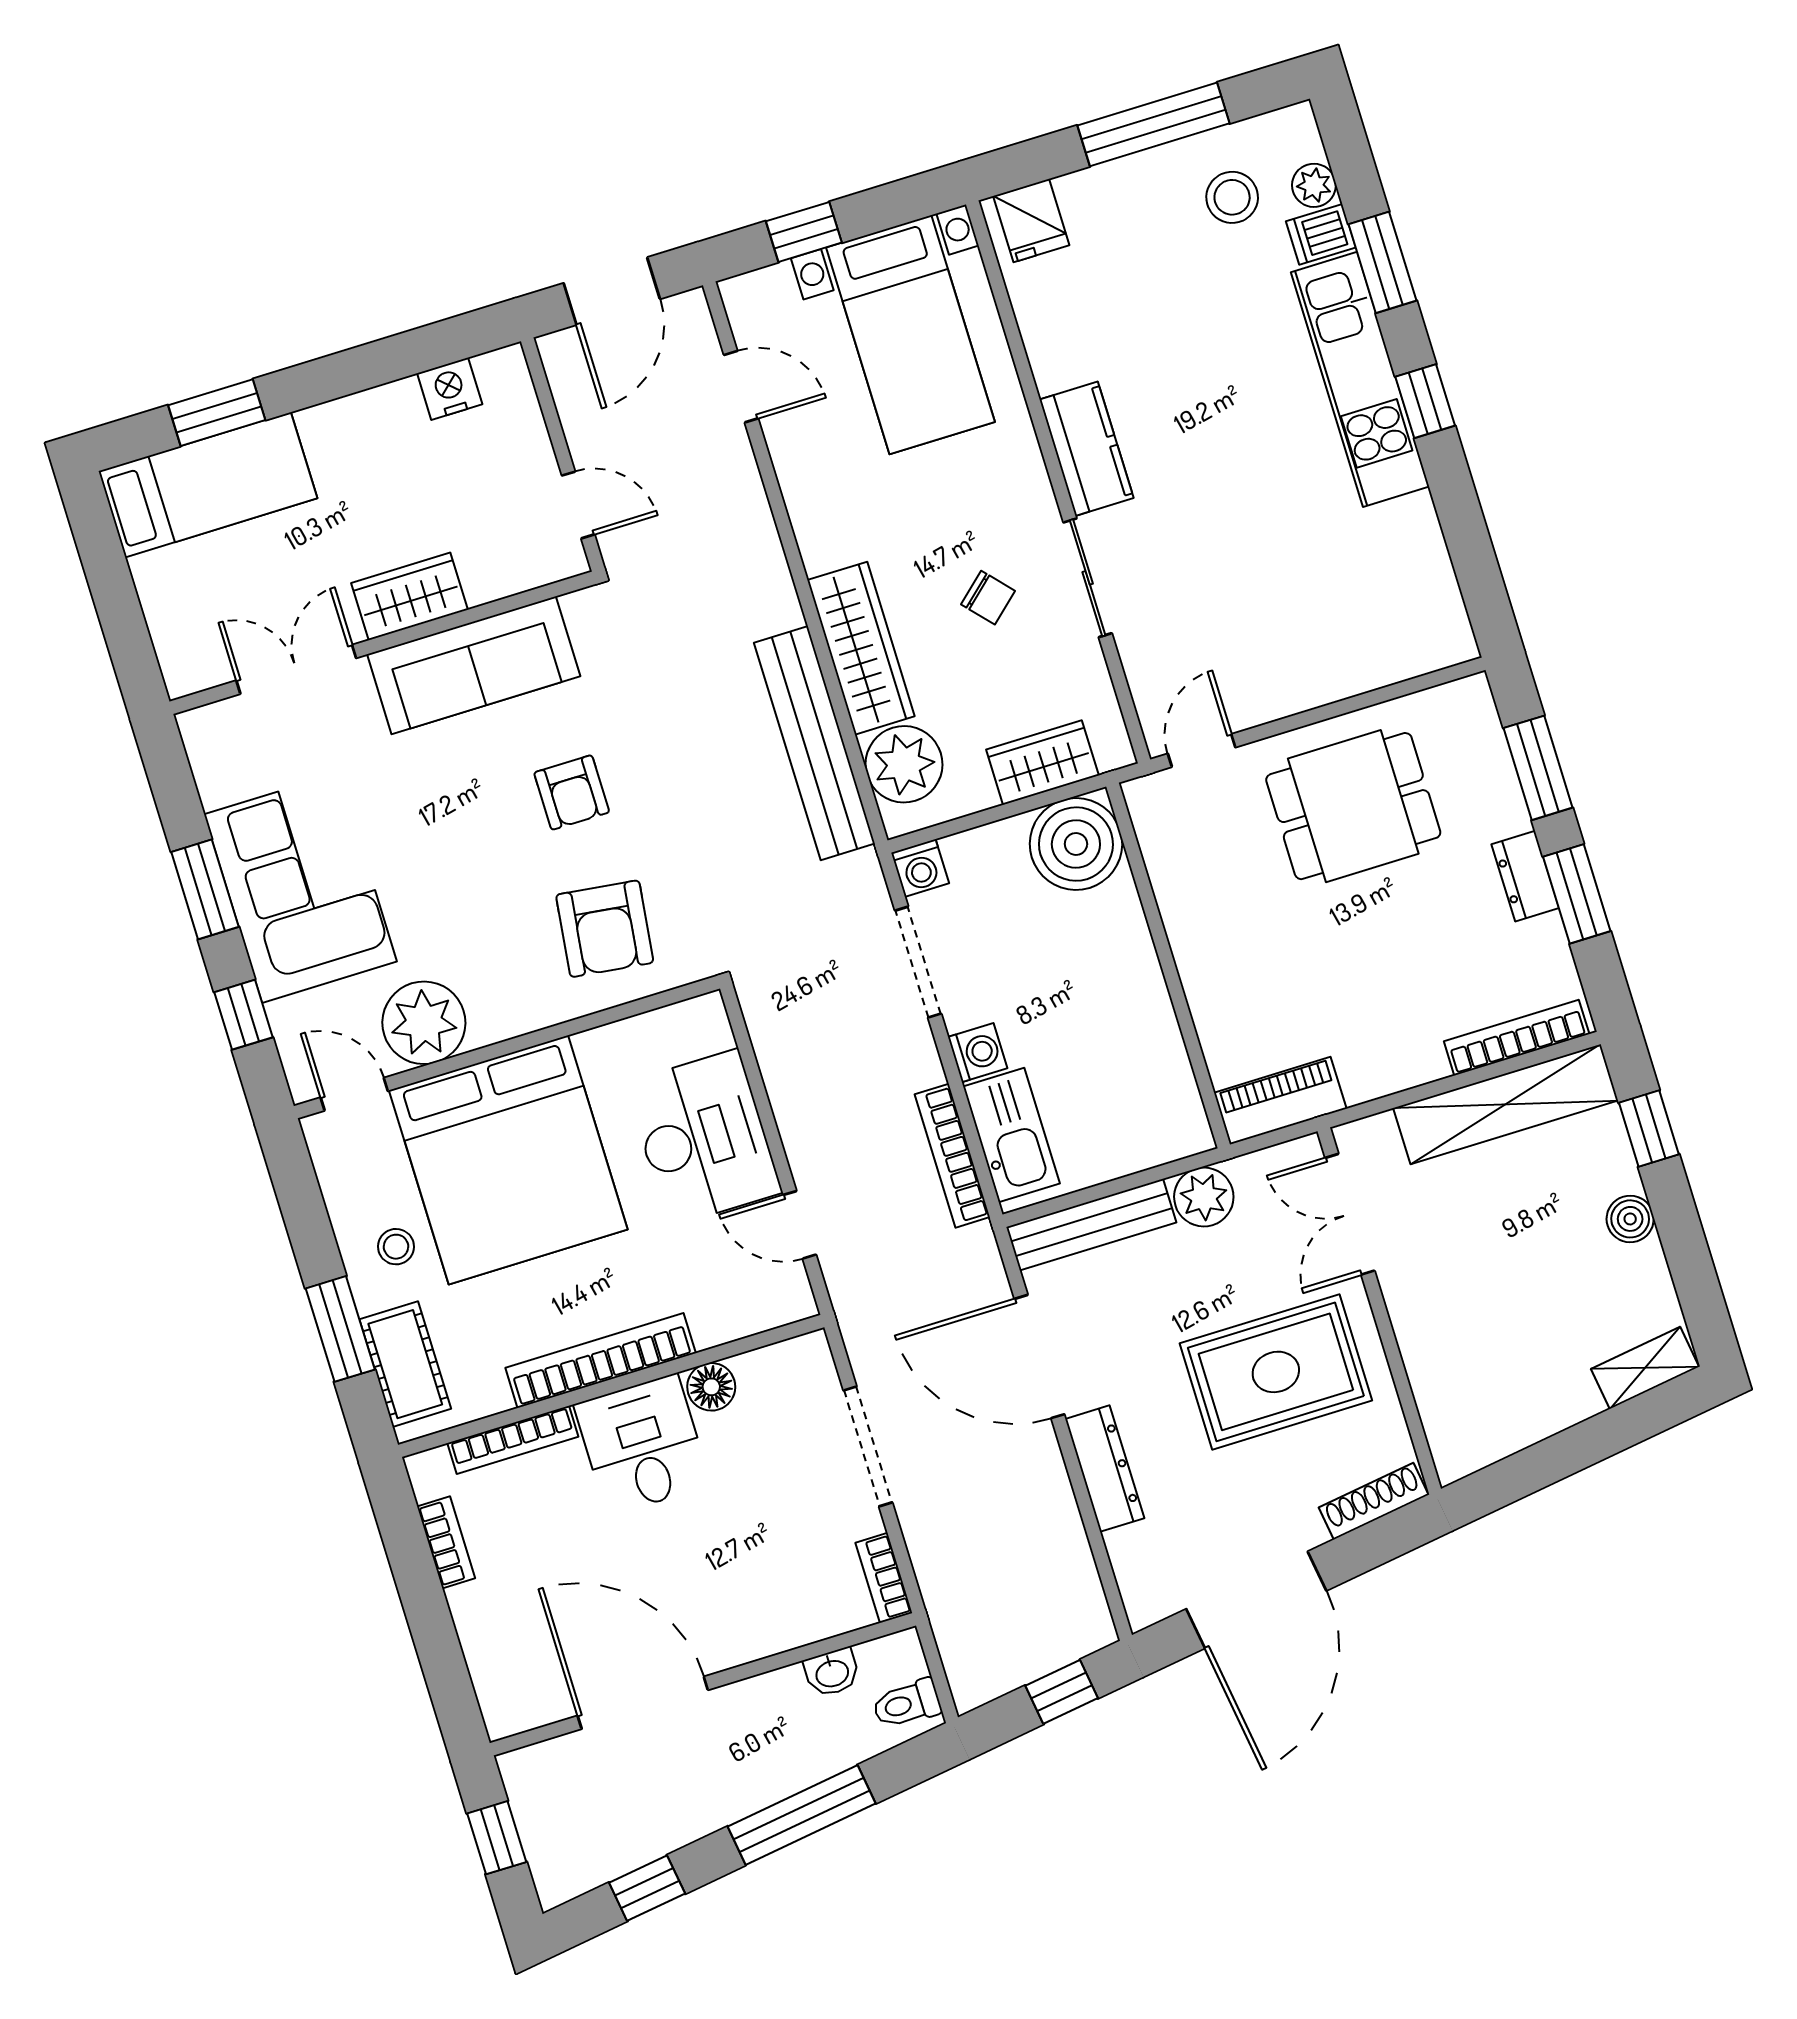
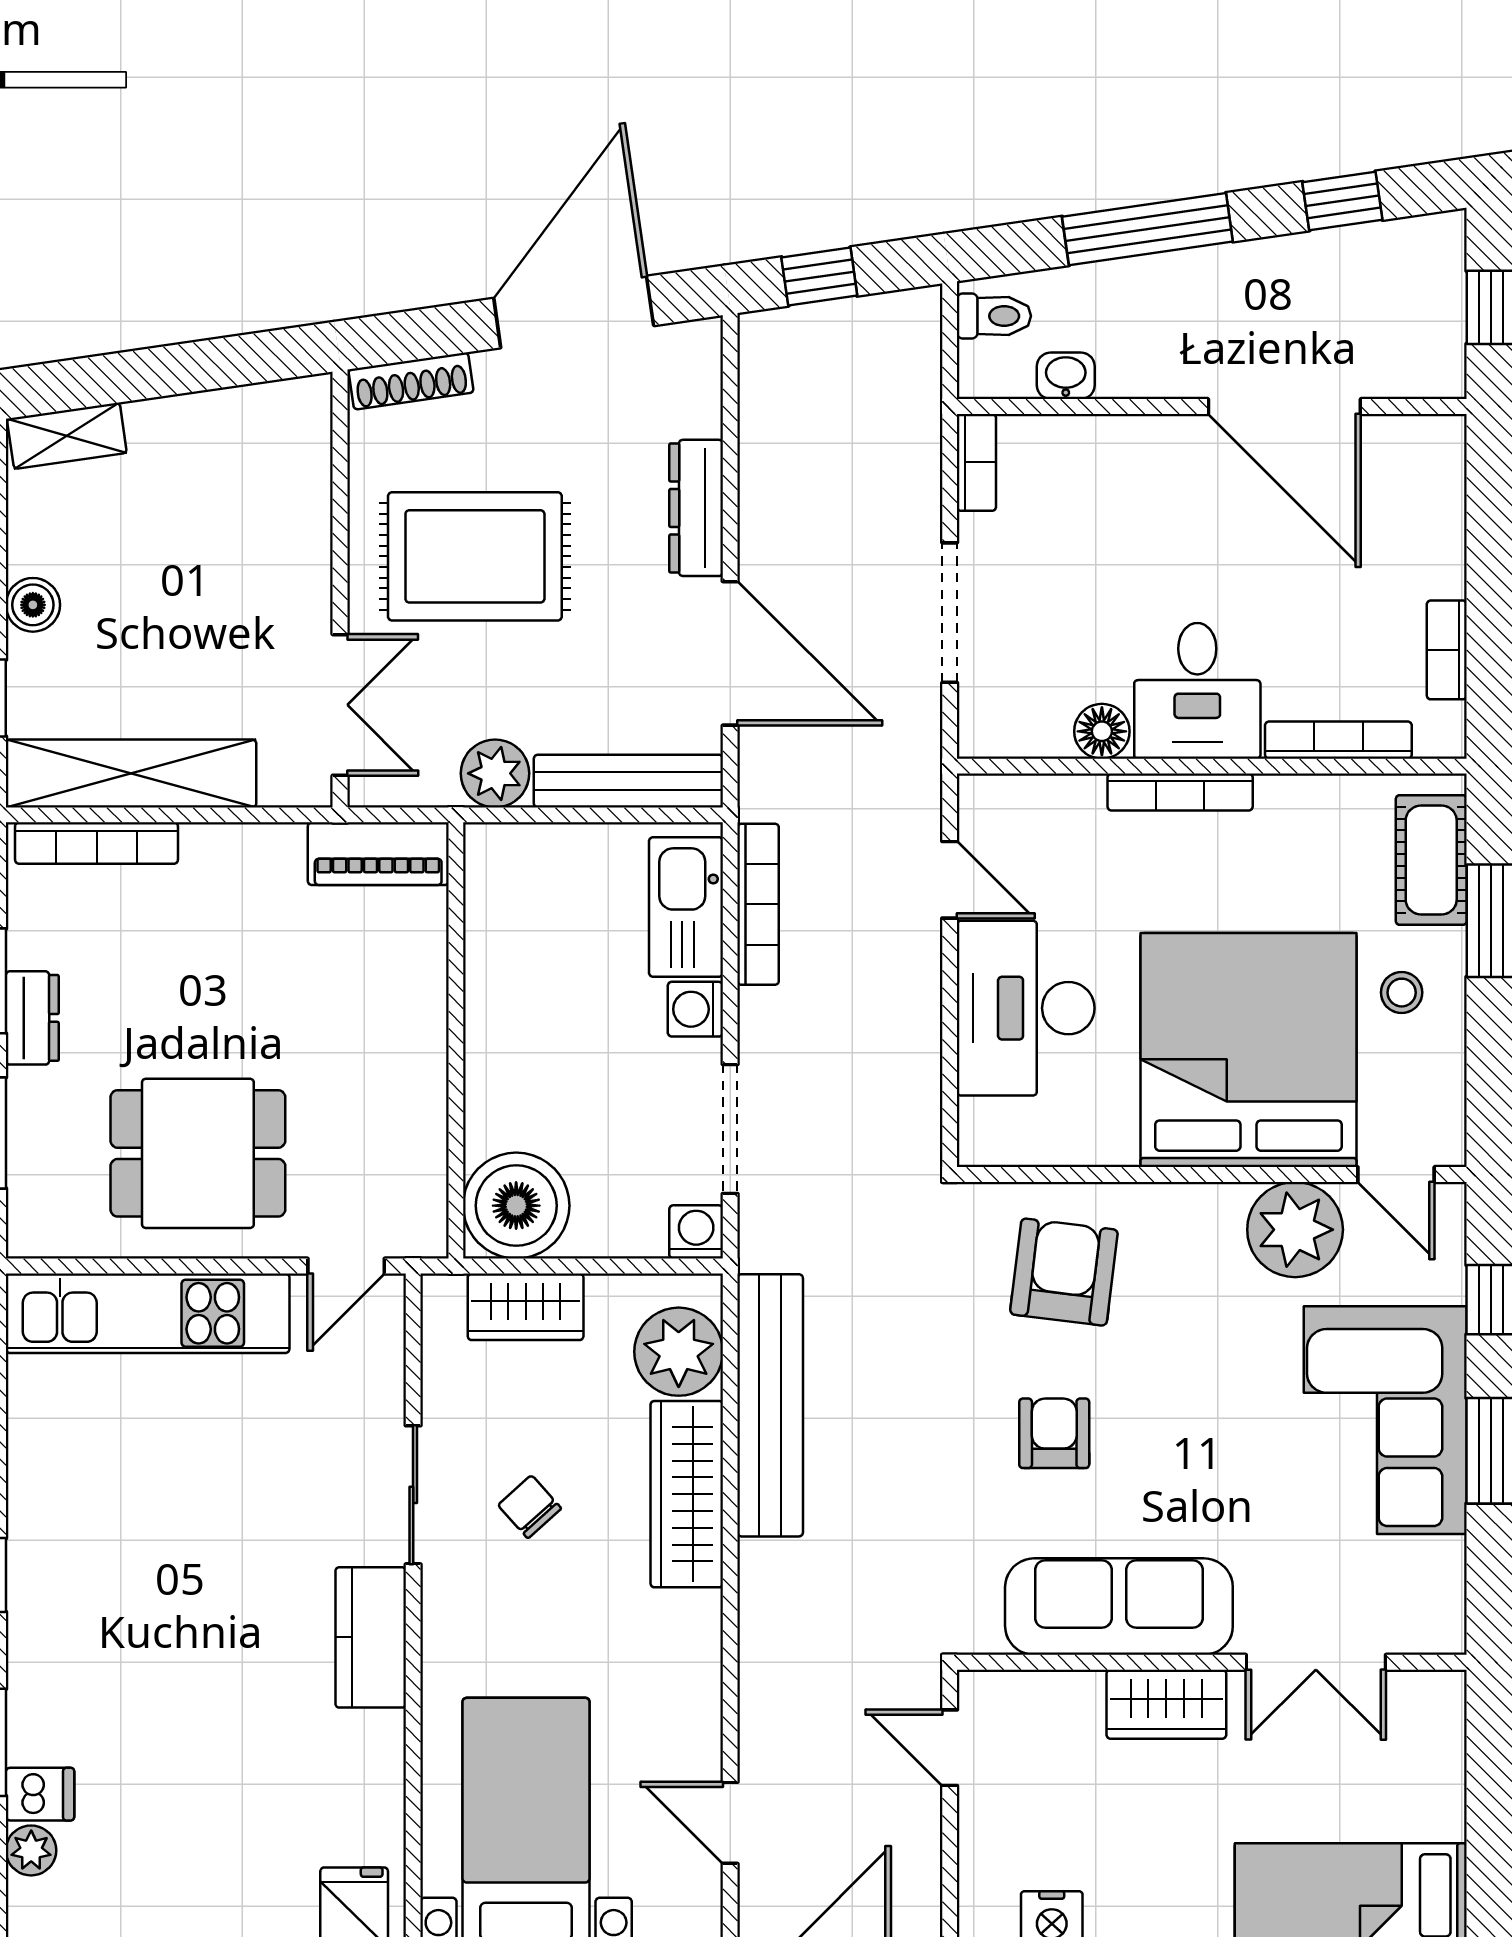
stool: (1232, 197) -> (125, 1865), removed
kitchen unit: (1360, 379) -> (148, 1313), moved, turned 90
bookcase: (601, 1361) -> (1180, 792), width x0.68, depth x0.76

